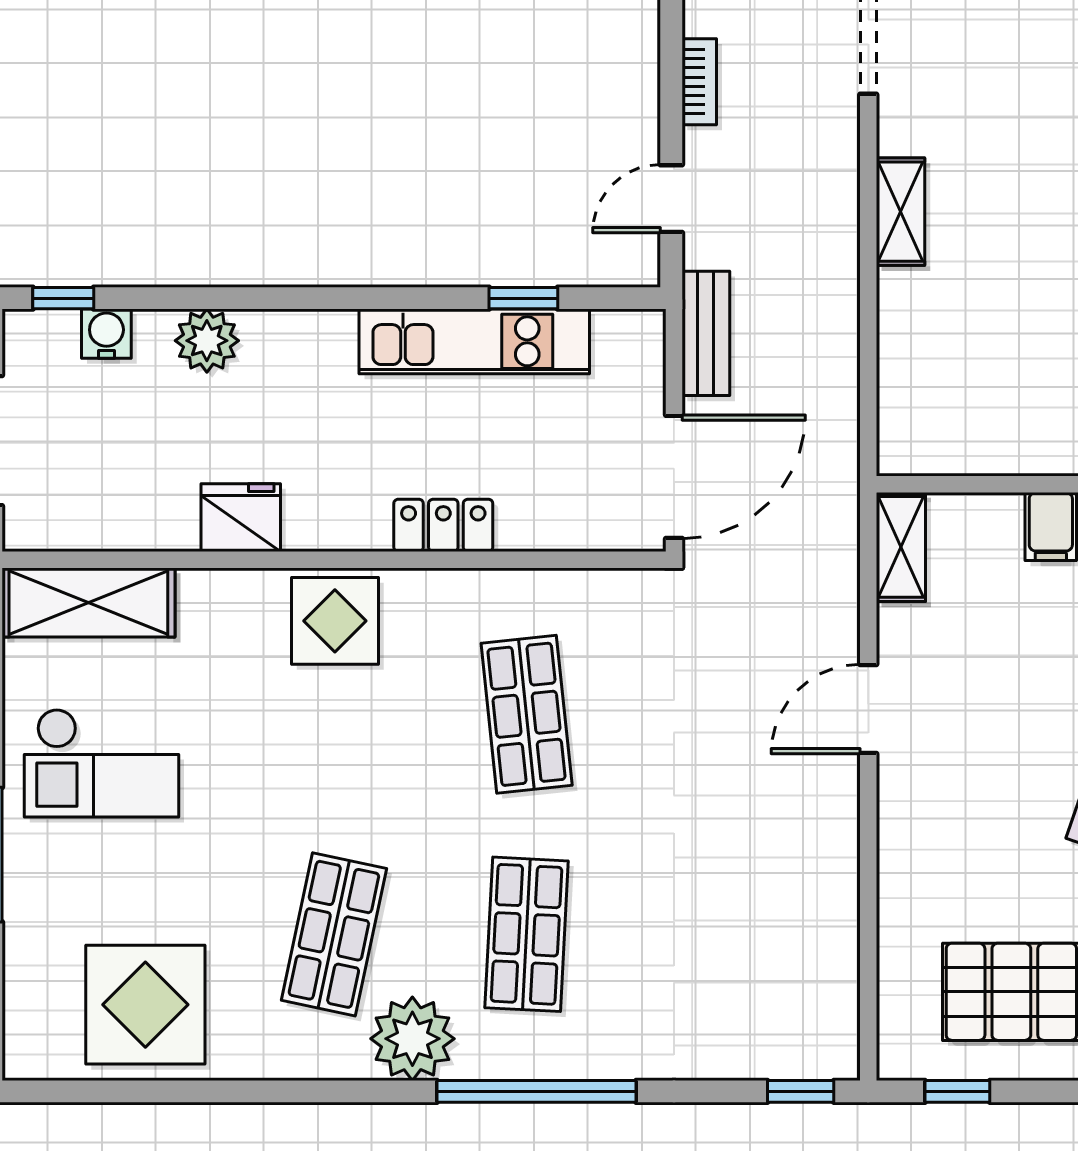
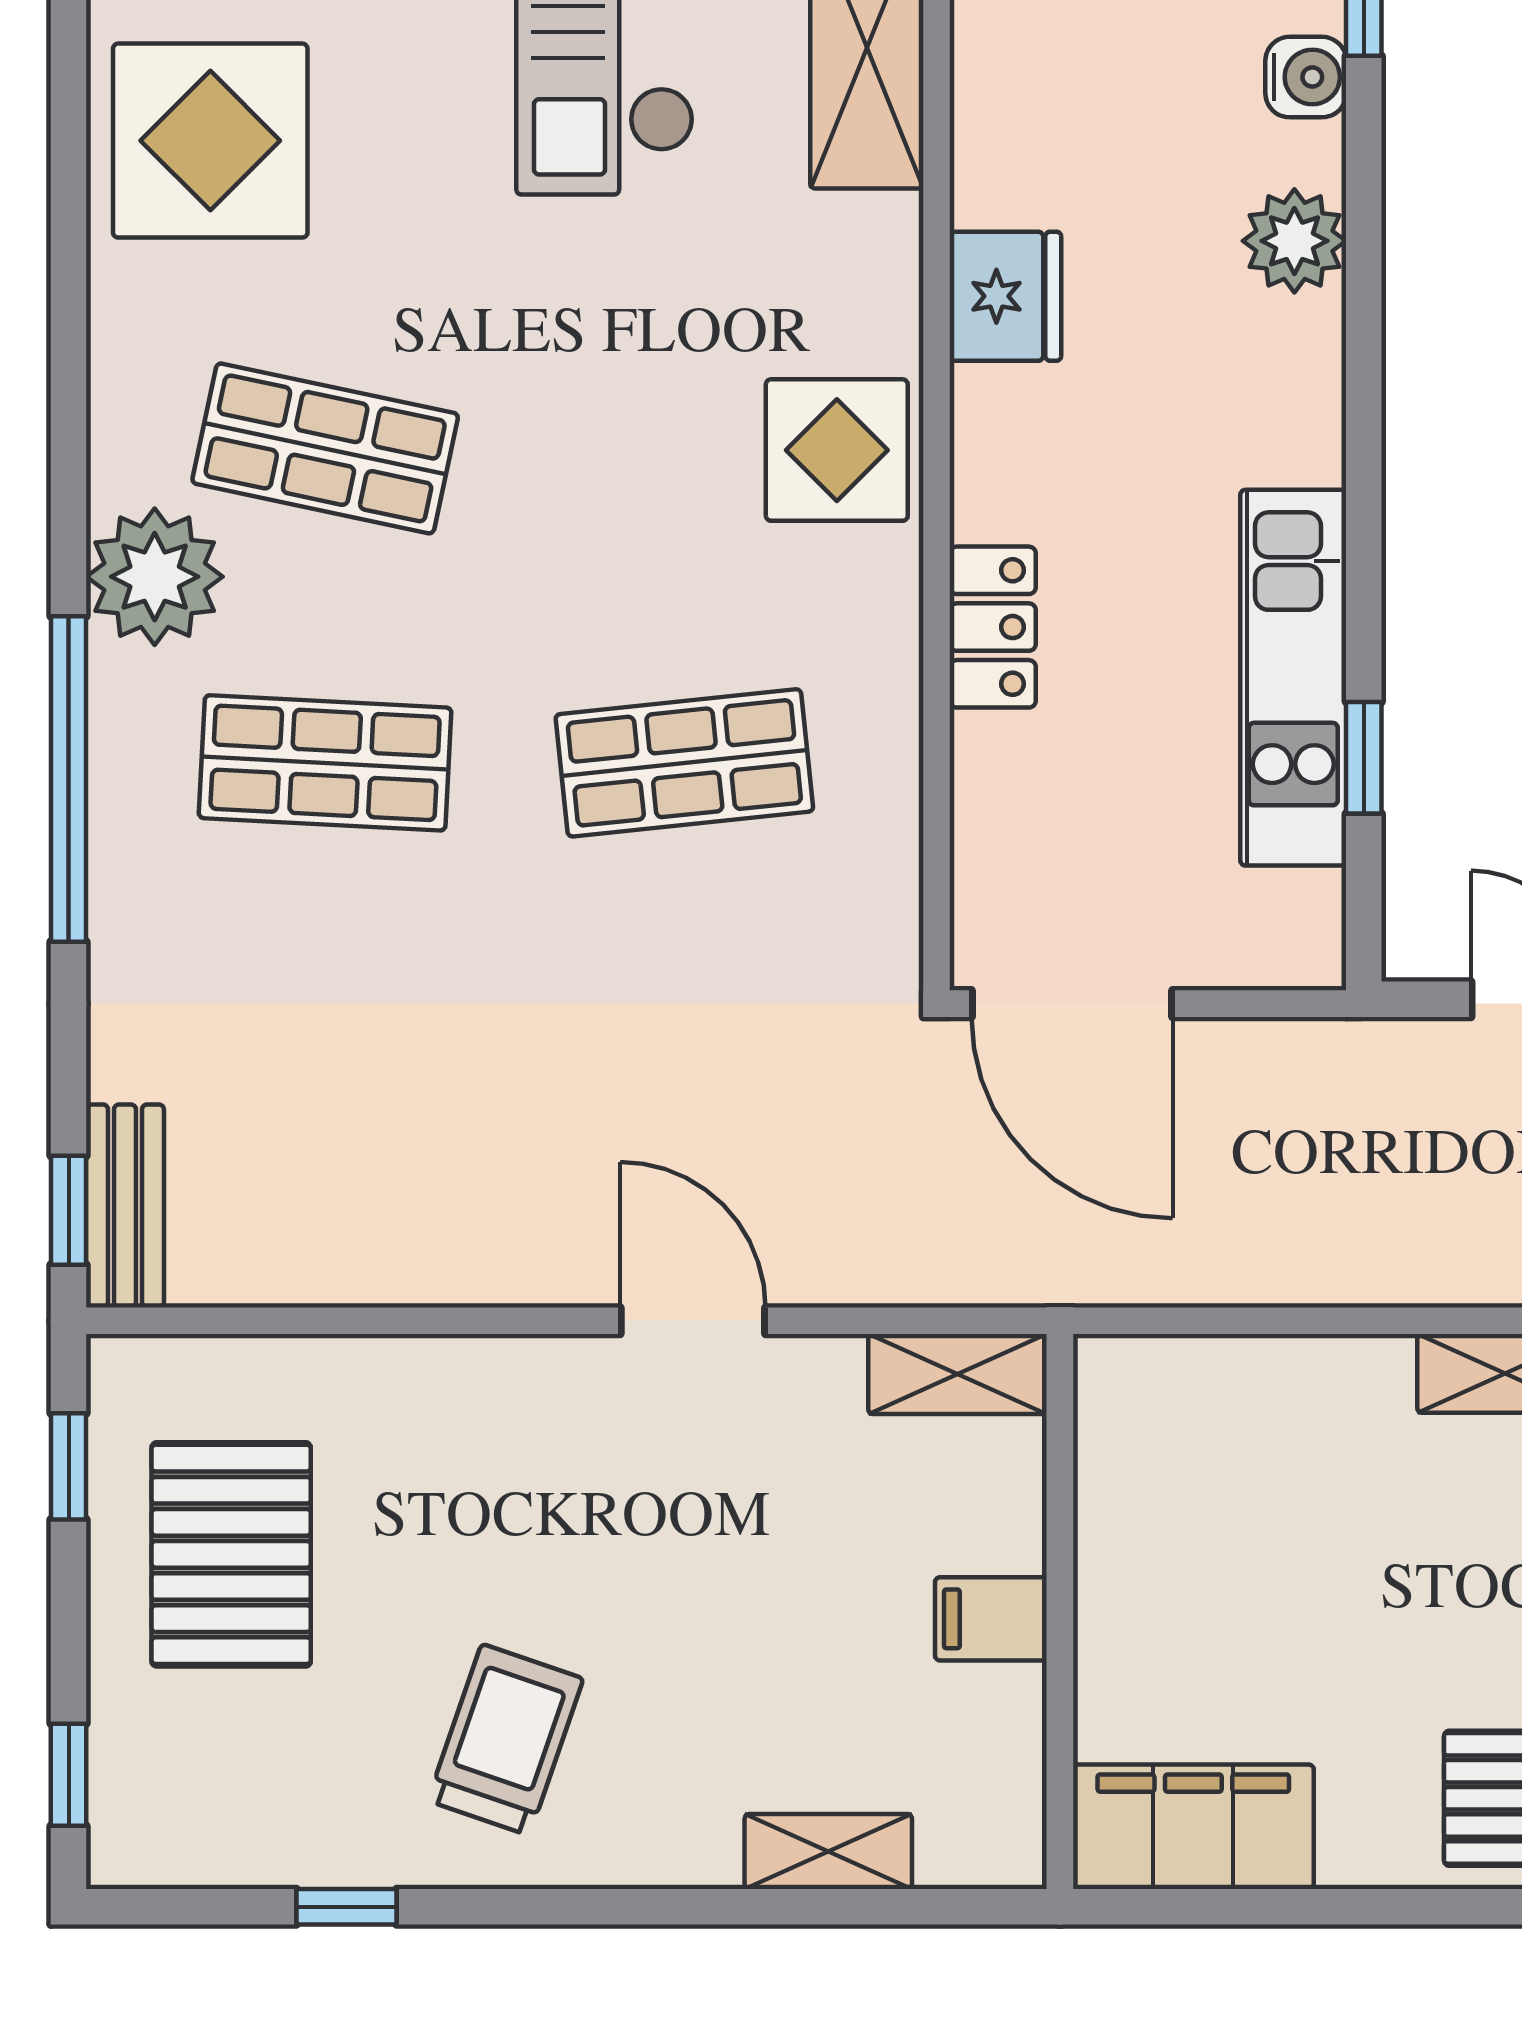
bench: (706, 333) -> (125, 1206), moved, turned 90

